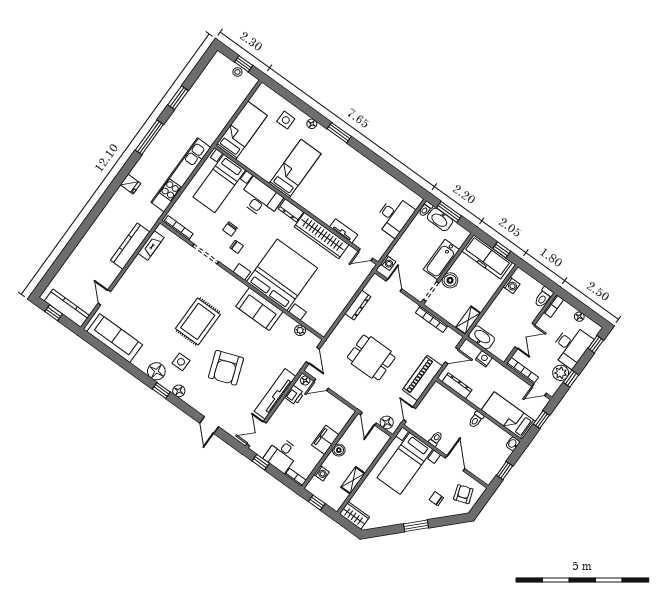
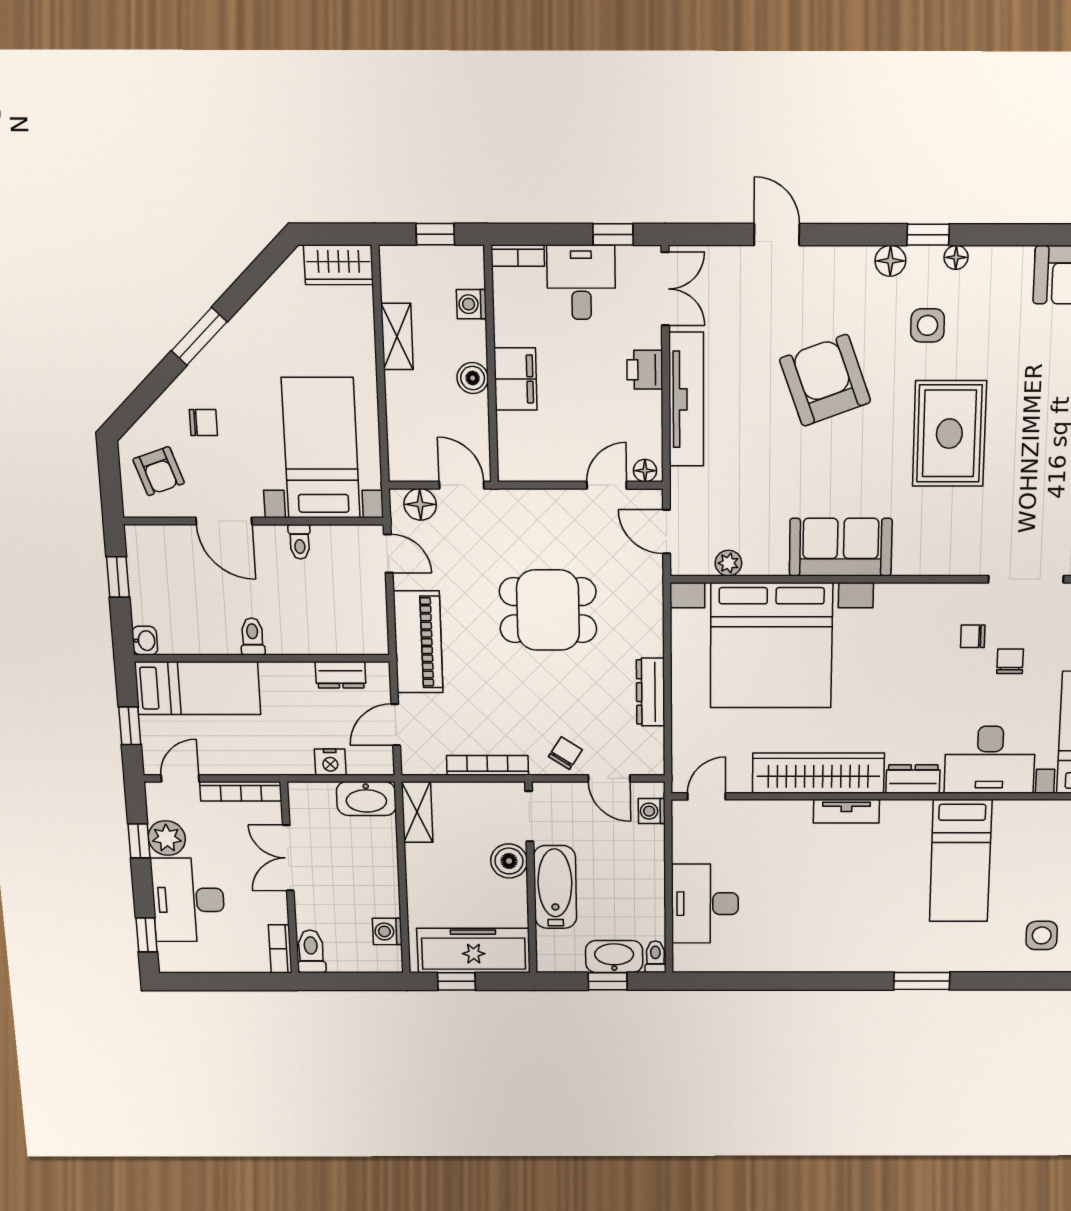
floor lamp: (312, 124) -> (986, 962), removed
window: (449, 212) -> (608, 981), width x0.67
tv unit: (344, 231) -> (846, 811), moved
bed with nightstands: (282, 275) -> (771, 646), moved
chair: (402, 305) -> (565, 753), added
floor lamp: (579, 317) -> (218, 963), removed
floor lamp: (156, 371) -> (956, 257), width x0.53, depth x0.53
dresser: (457, 386) -> (341, 675), width x0.70
printer: (294, 395) -> (645, 370), moved

